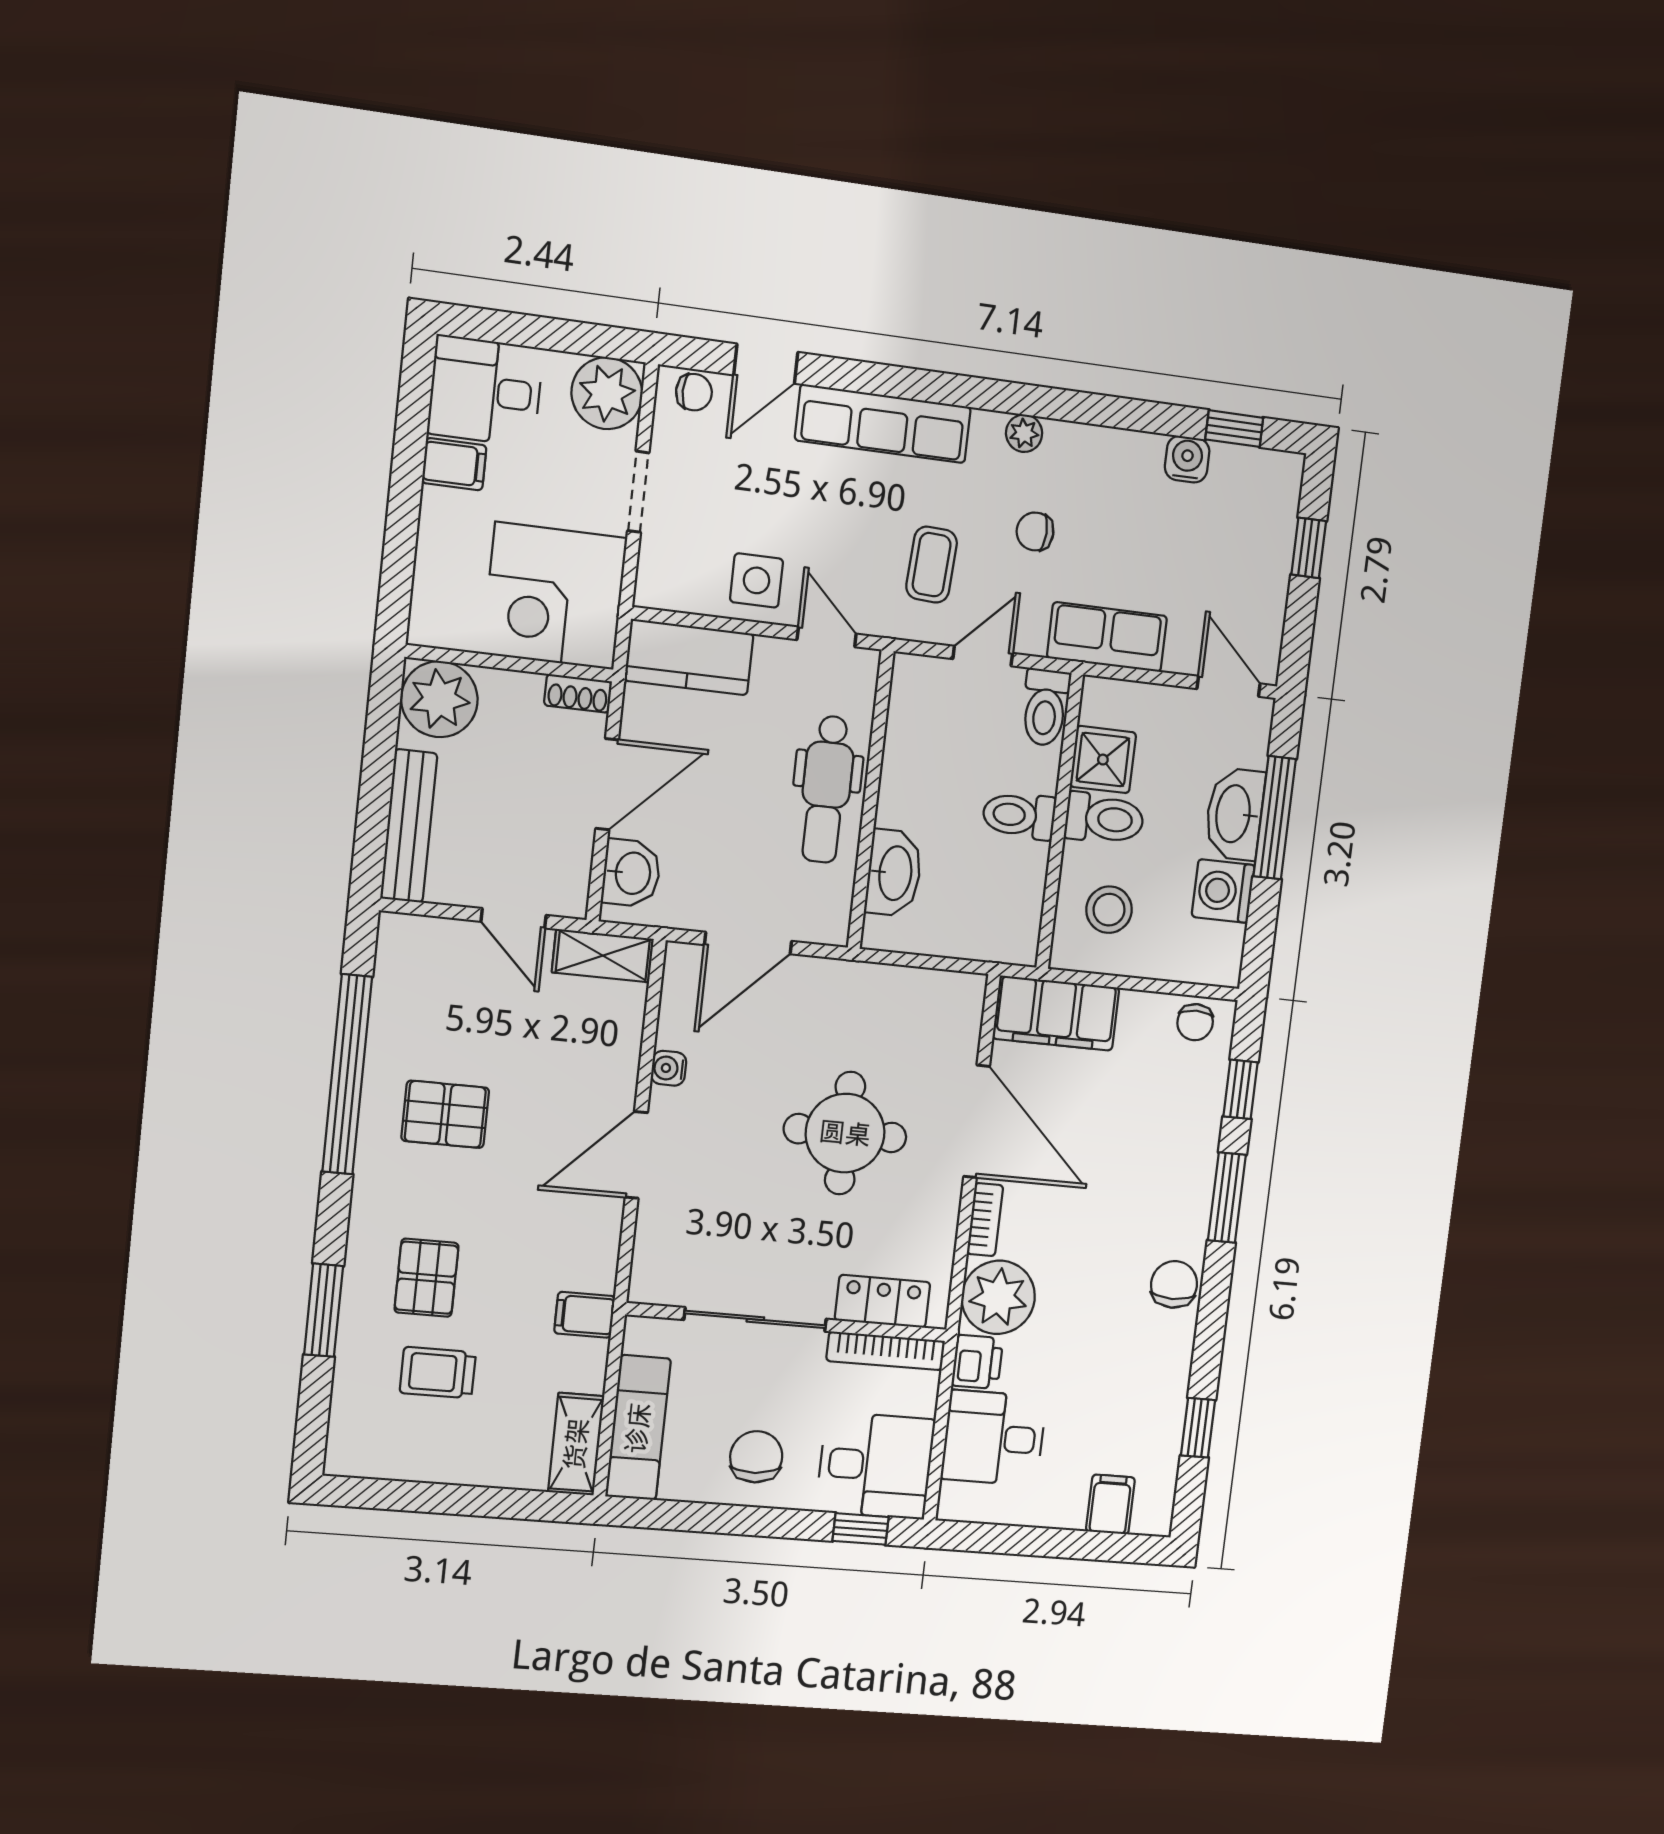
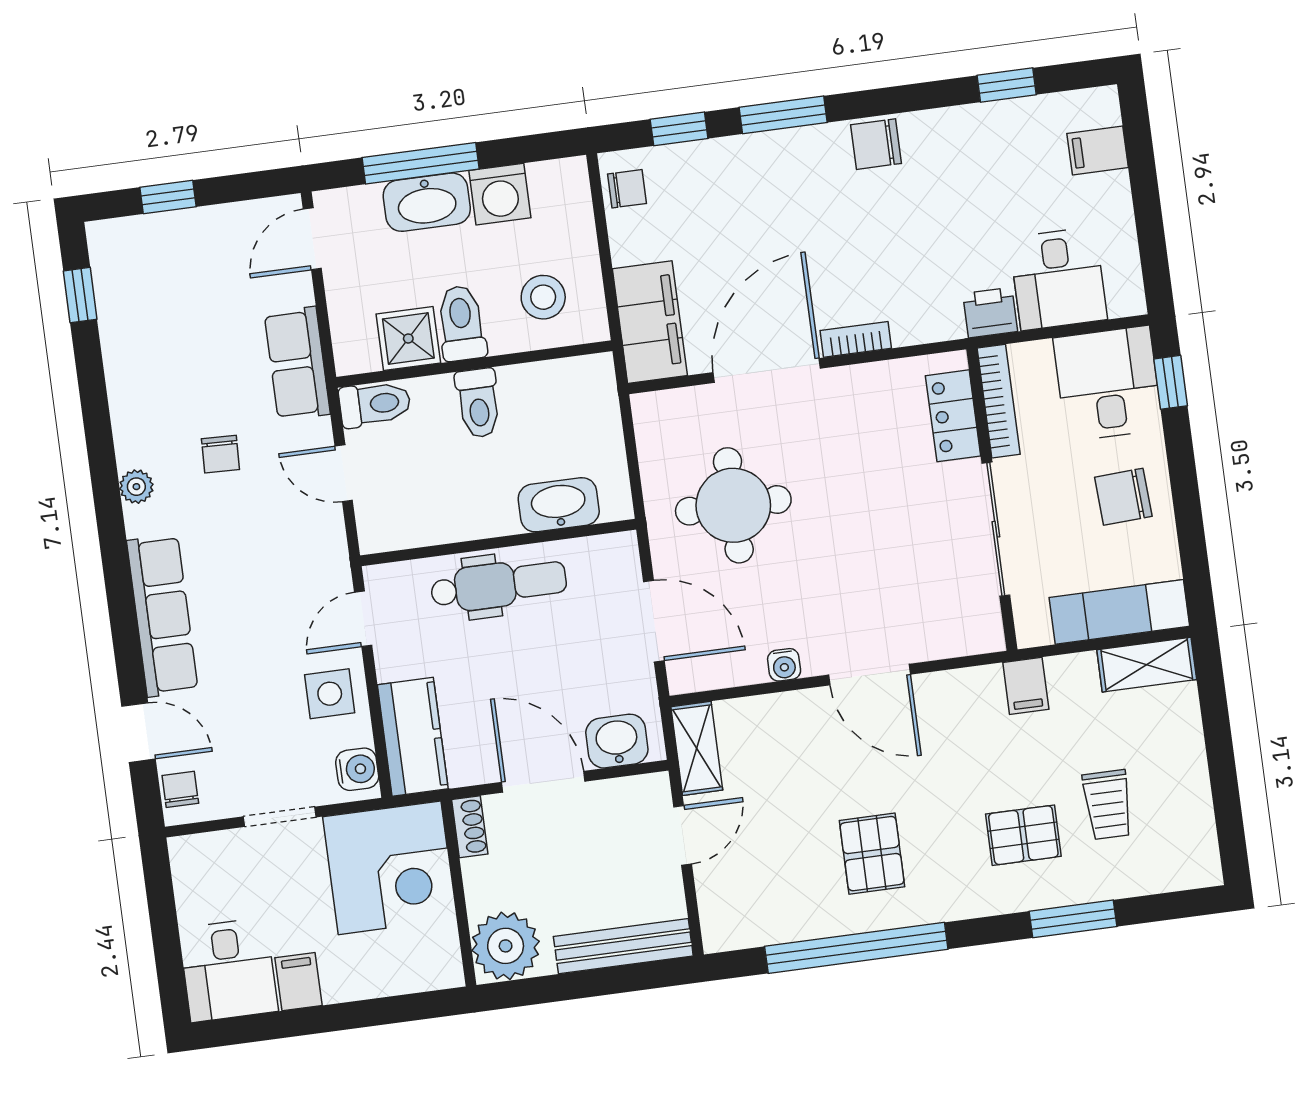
plant: (607, 393) -> (202, 865), removed
water cooler: (1187, 459) -> (357, 769), moved, turned 180
coffee table: (932, 565) -> (275, 541), removed
round table: (845, 1133) -> (733, 505), moved
plant: (998, 1297) -> (925, 308), removed

